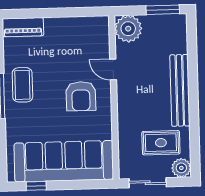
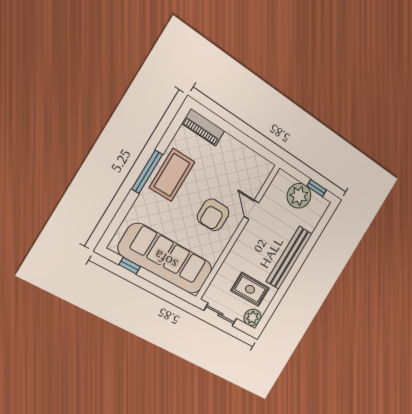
window: (163, 10) -> (317, 188), width x0.67
plant: (128, 29) -> (299, 196), moved
coffee table: (22, 85) -> (172, 175), width x1.36, depth x1.32

